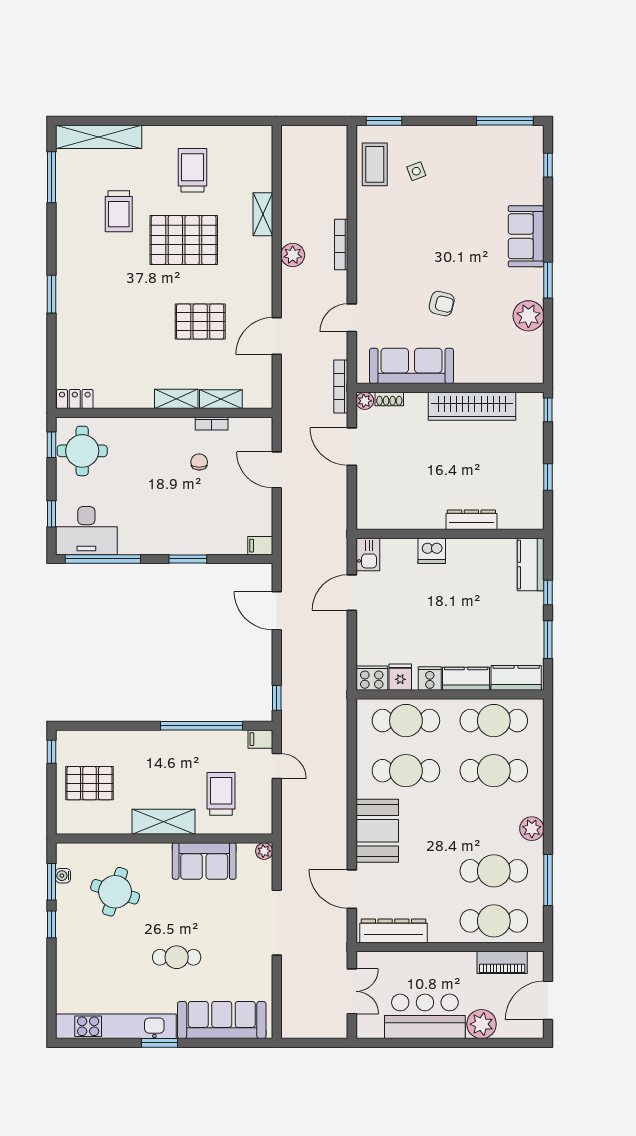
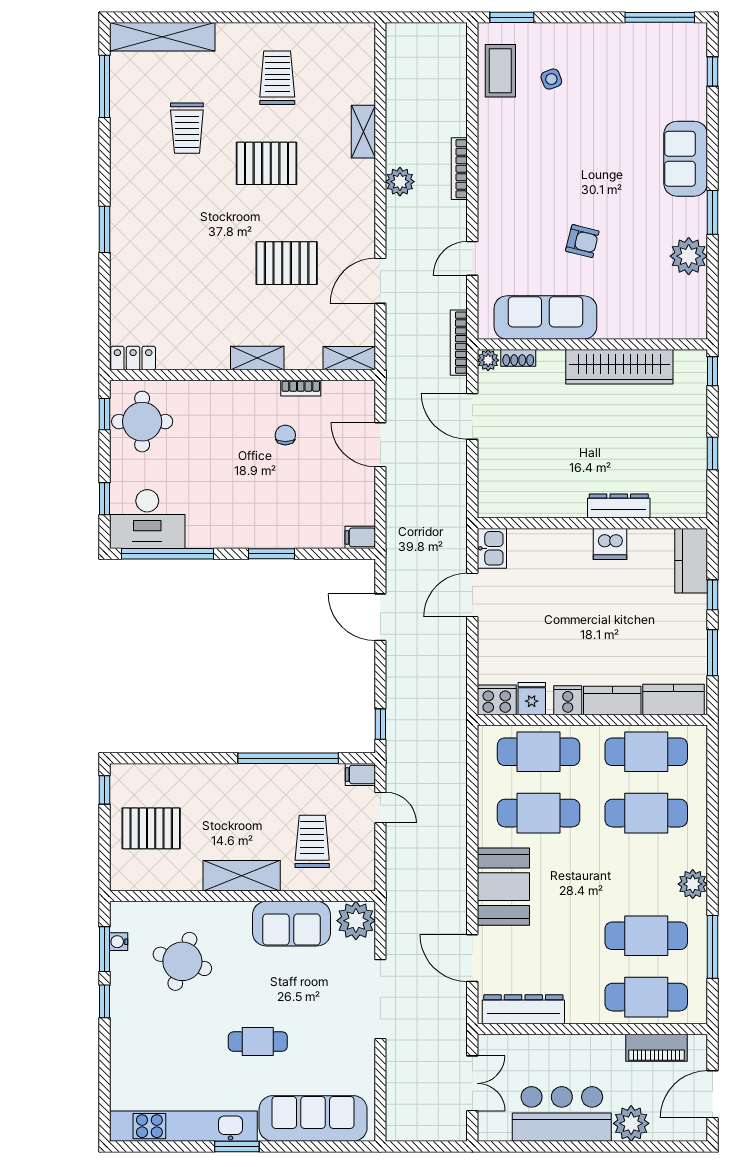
pallet: (184, 240) -> (266, 163), width x0.73, depth x0.71
shelving: (221, 399) -> (349, 358), moved
dishwasher: (432, 551) -> (610, 544), moved
plant: (264, 851) -> (356, 921), width x1.87, depth x1.87

